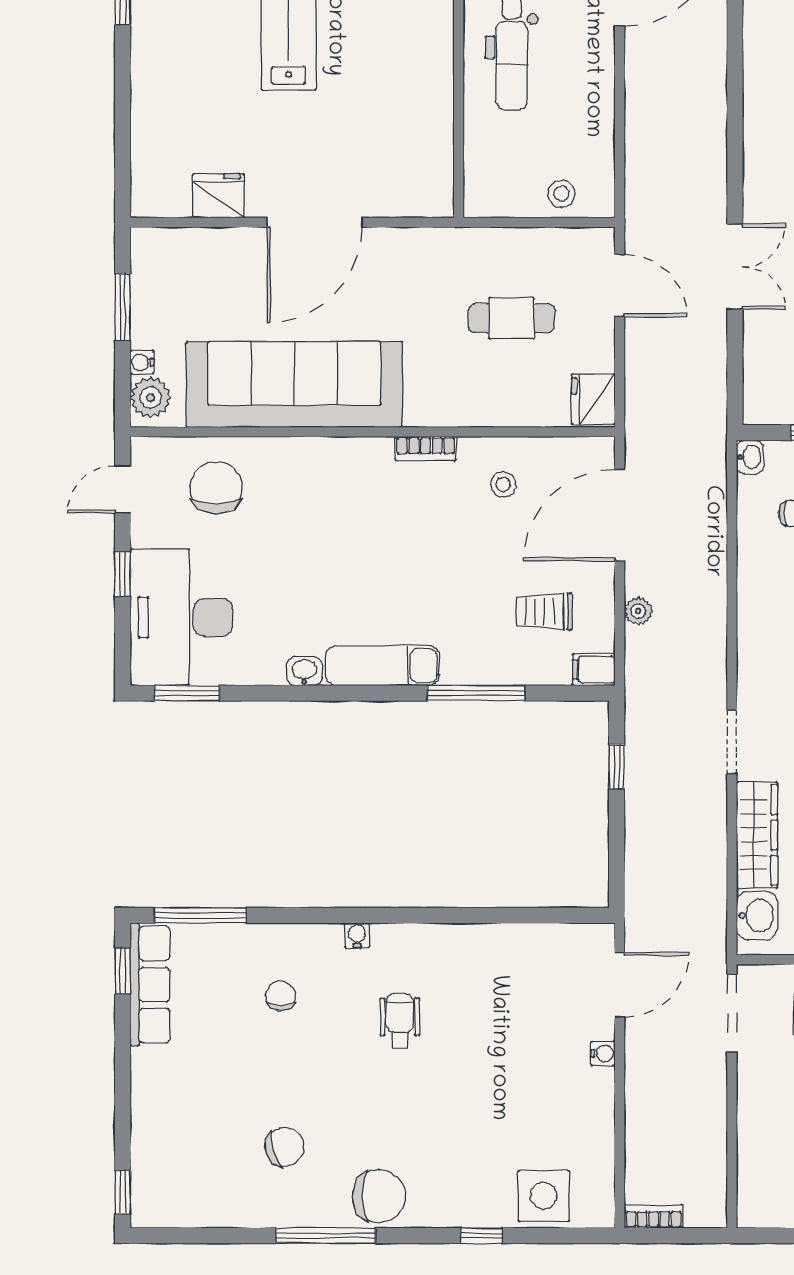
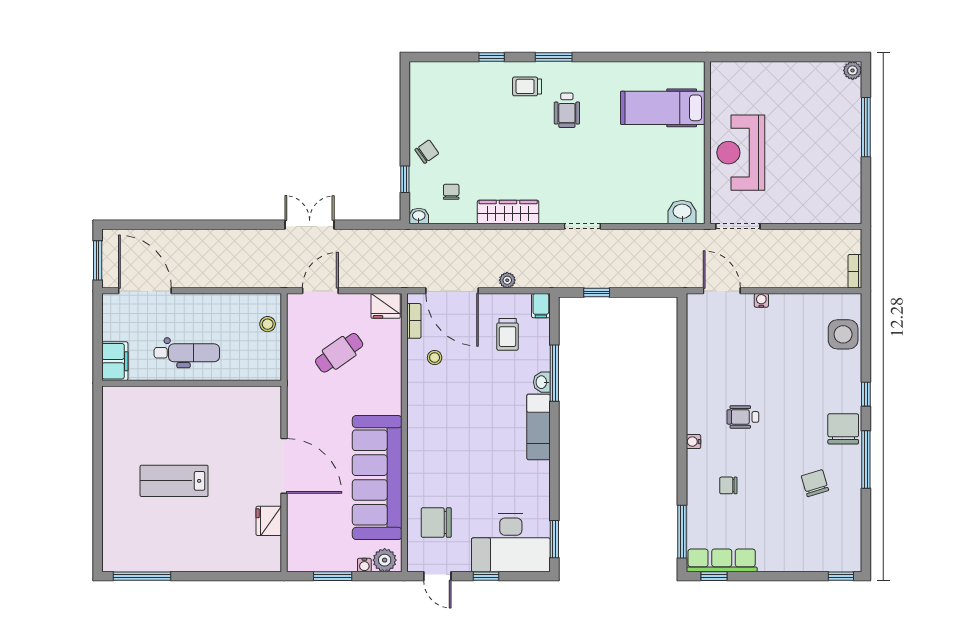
cafe table: (512, 318) -> (339, 353), turned 55
bookcase: (426, 449) -> (414, 321), moved
washbasin: (304, 671) -> (542, 382), moved
wardrobe: (757, 835) -> (508, 212), moved
window: (481, 1236) -> (866, 394), moved

